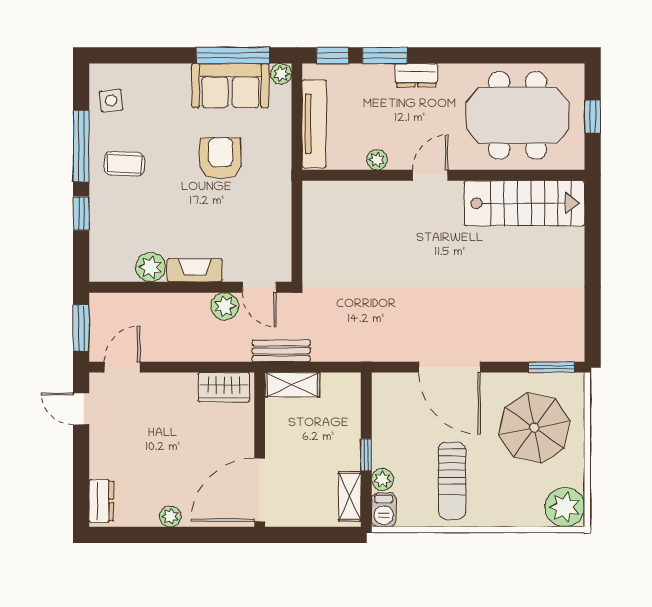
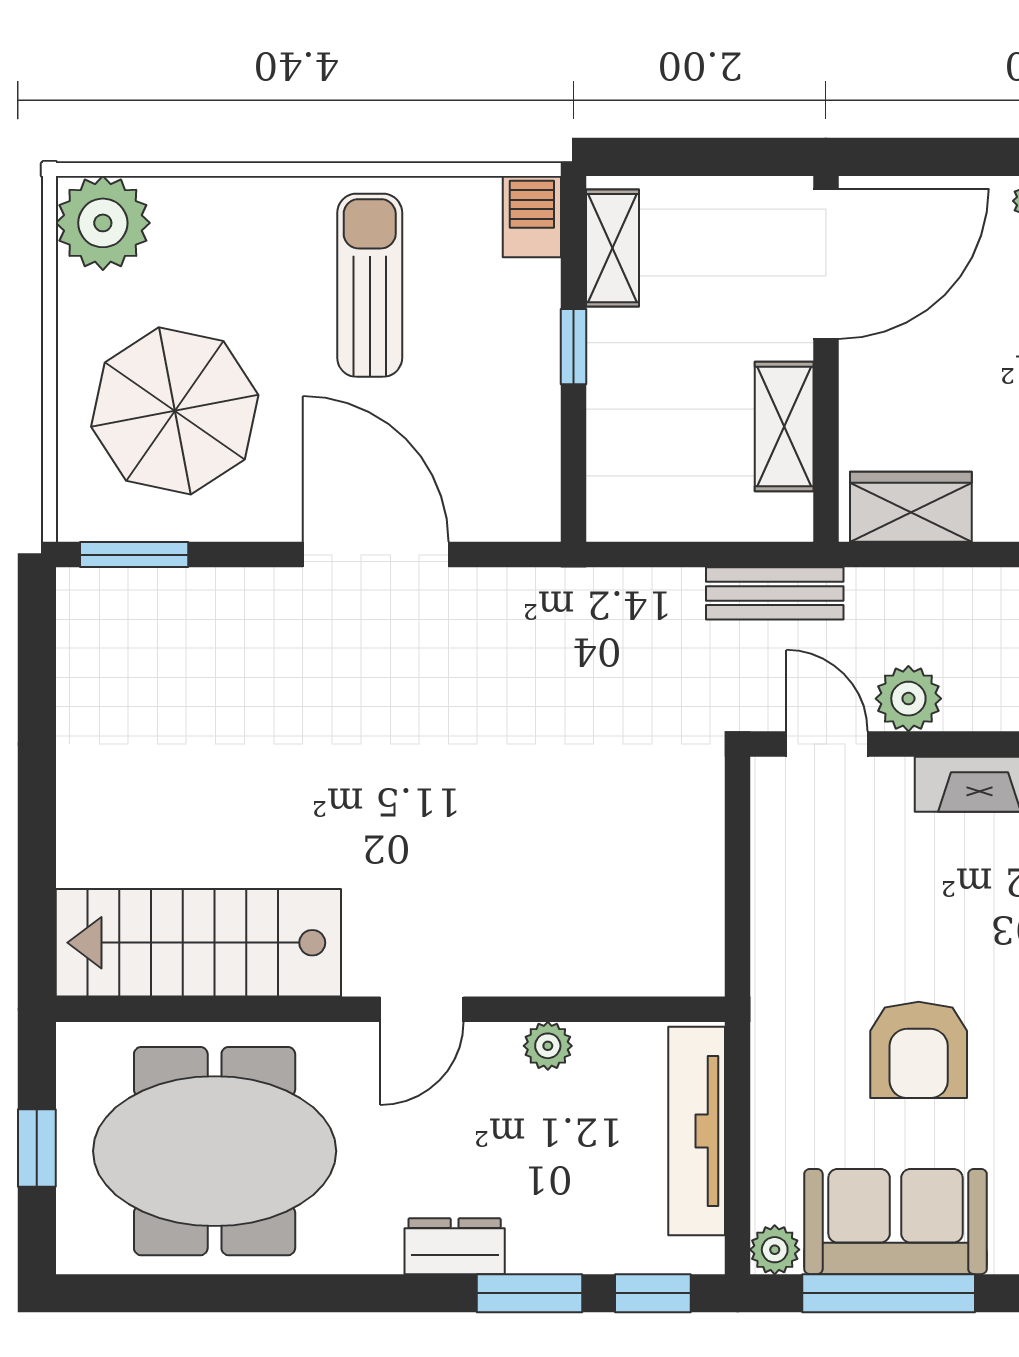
shelving: (292, 385) -> (784, 427), moved, turned 90
plant: (382, 479) -> (535, 288), removed

